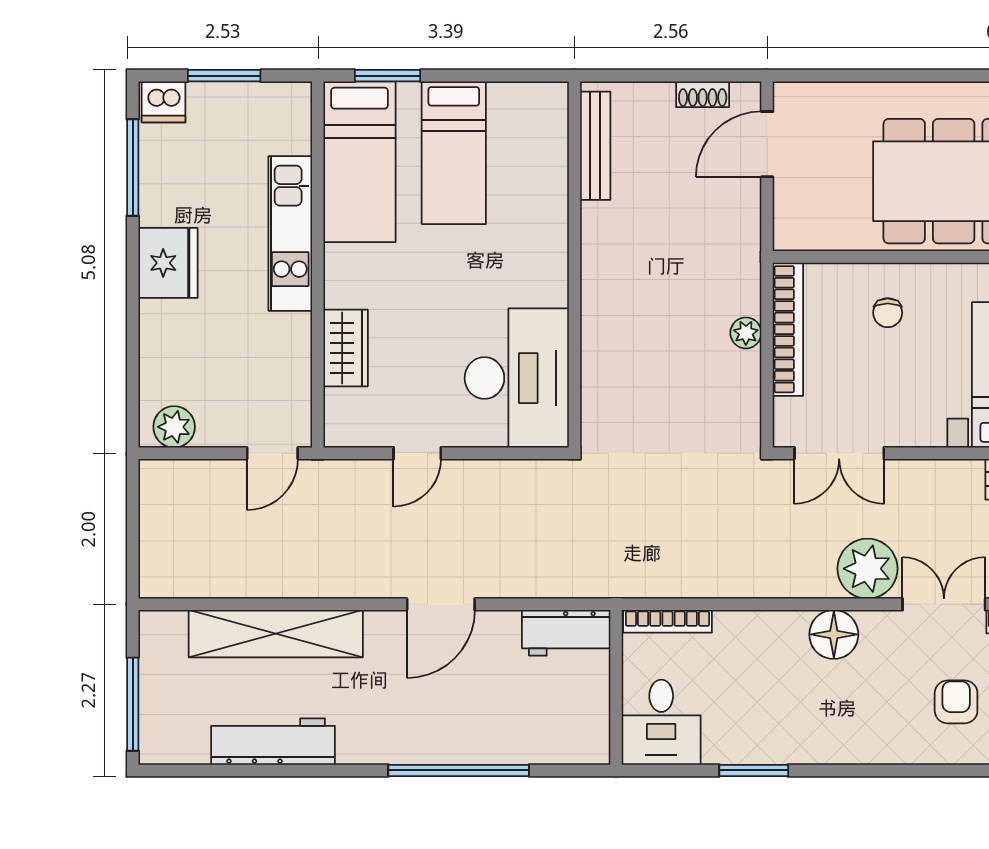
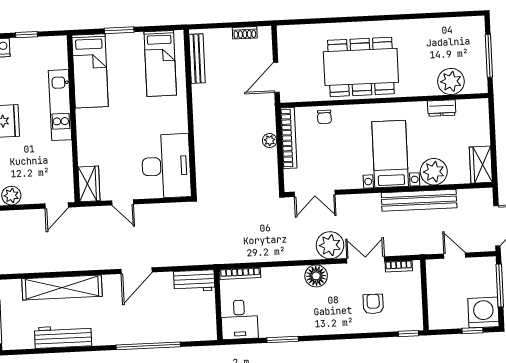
window: (224, 76) -> (27, 35), width x0.67
window: (388, 76) -> (119, 30), moved
door: (767, 144) -> (276, 77), moved
bed: (454, 153) -> (160, 63), moved
chair: (888, 313) -> (324, 117), moved
wardrobe: (346, 348) -> (89, 184), moved
door: (417, 453) -> (123, 202), hinge flipped

